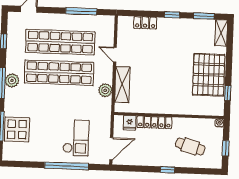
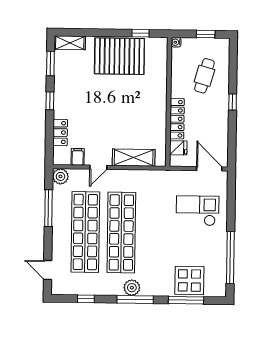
filing cabinet: (124, 37) -> (78, 157), added
plant: (105, 90) -> (60, 176), moved
window: (67, 166) -> (230, 257), moved

